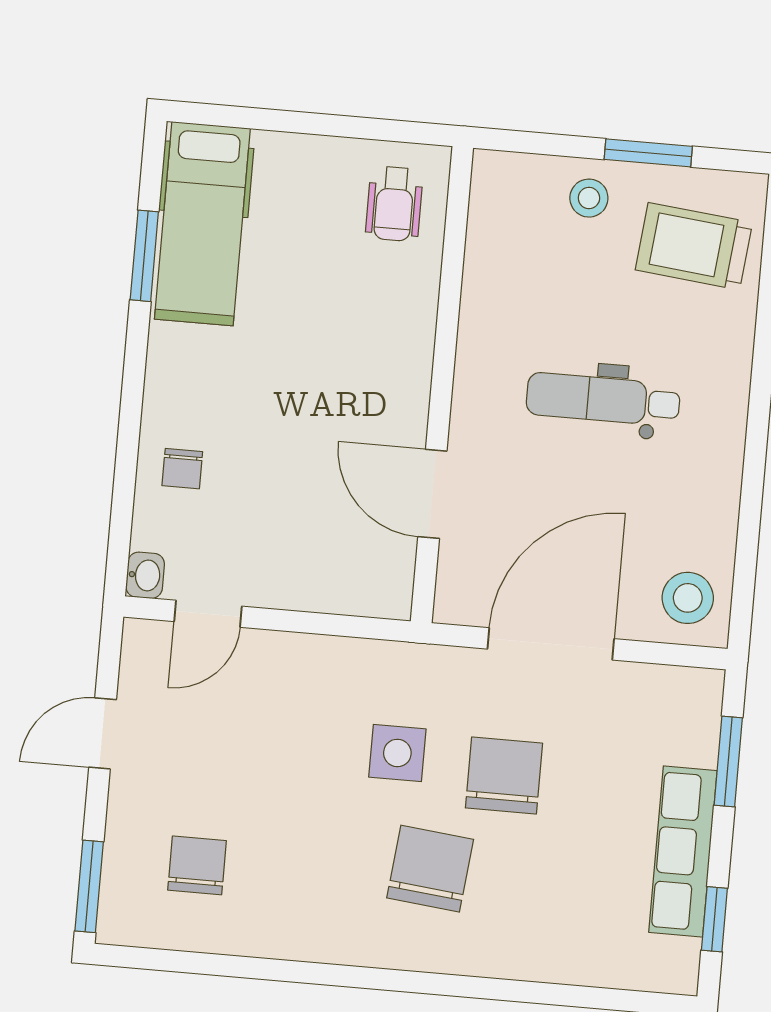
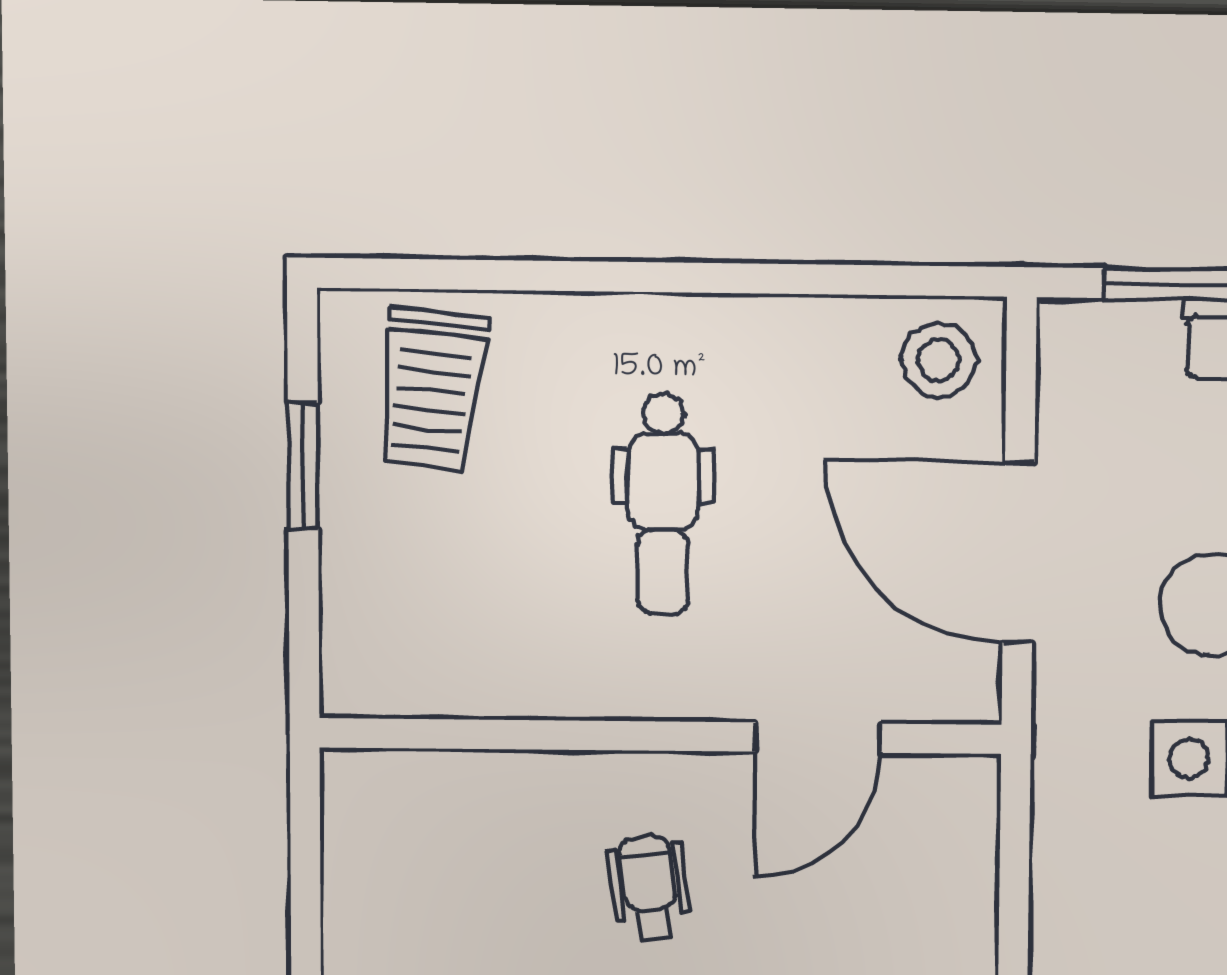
stool: (589, 198) -> (376, 547), removed
wheelchair: (394, 204) -> (649, 889), moved, turned -98

